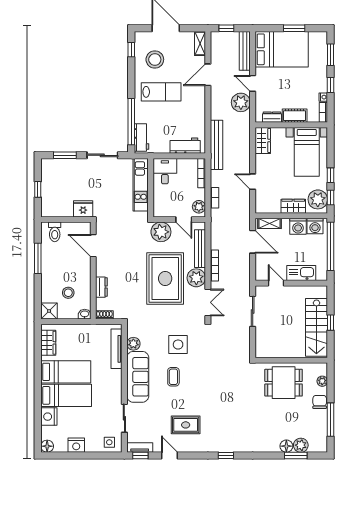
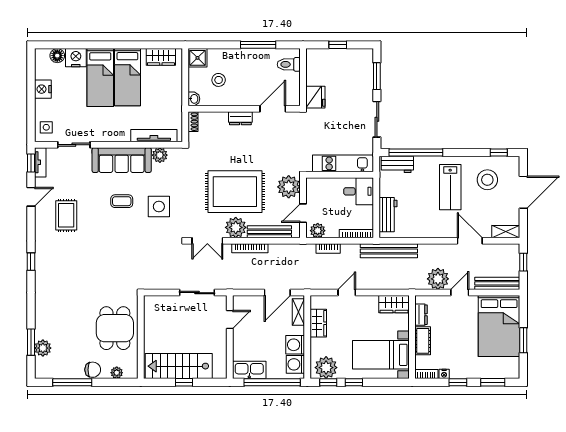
wardrobe: (293, 206) -> (318, 323), moved
kitchen sink: (301, 273) -> (249, 370), moved, turned -90
dresser: (101, 287) -> (240, 118), moved
floor lamp: (47, 446) -> (57, 56), moved
floor lamp: (286, 446) -> (42, 331), removed

